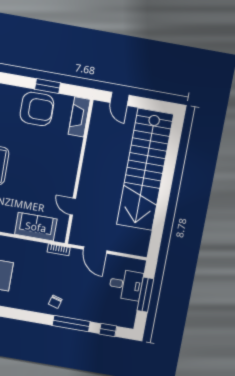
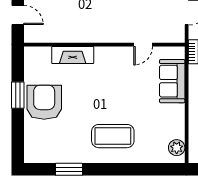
door: (120, 99) -> (18, 15), hinge flipped
fireplace: (79, 117) -> (73, 55), moved

